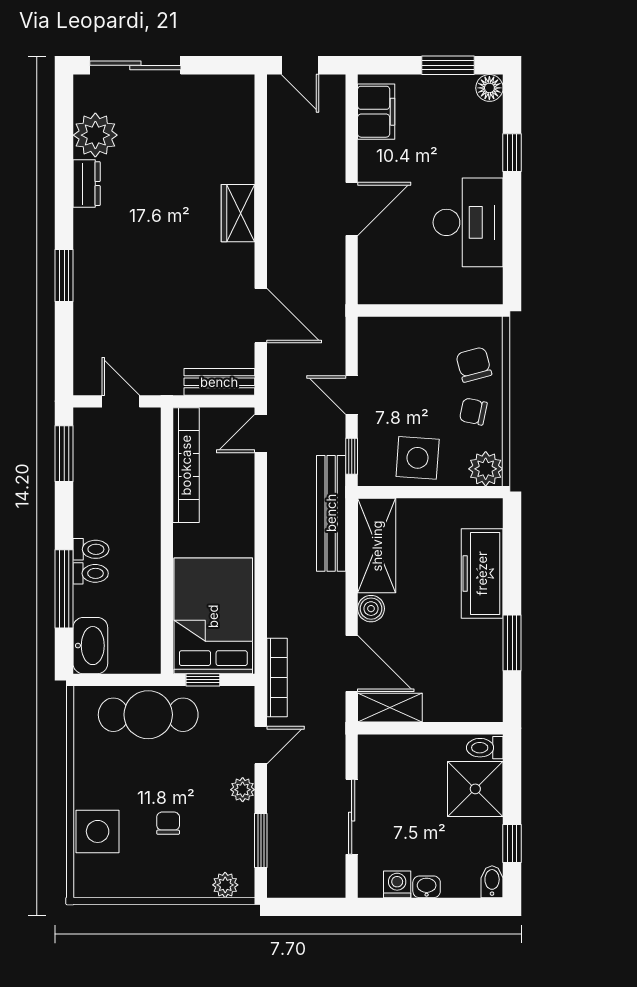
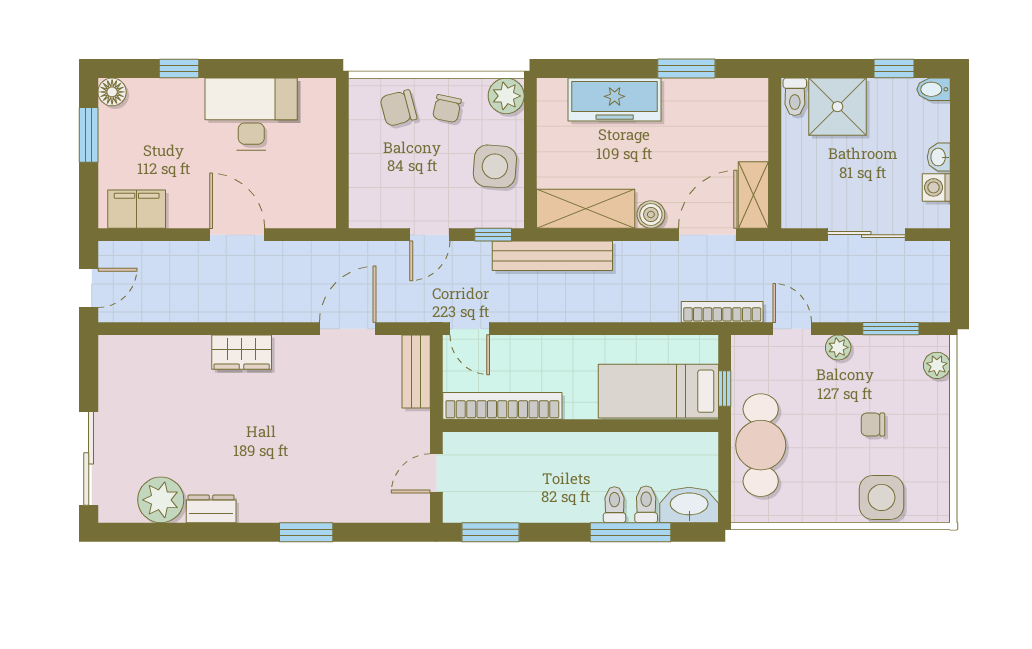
toilet: (91, 549) -> (646, 504), moved
bed: (213, 616) -> (658, 391), width x0.67

